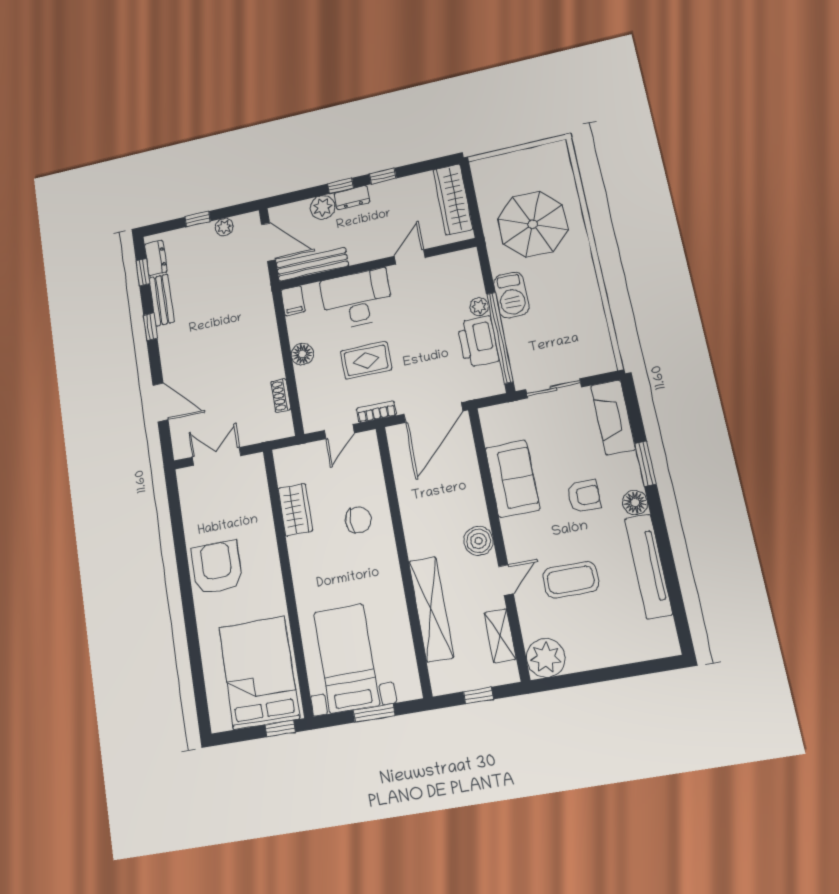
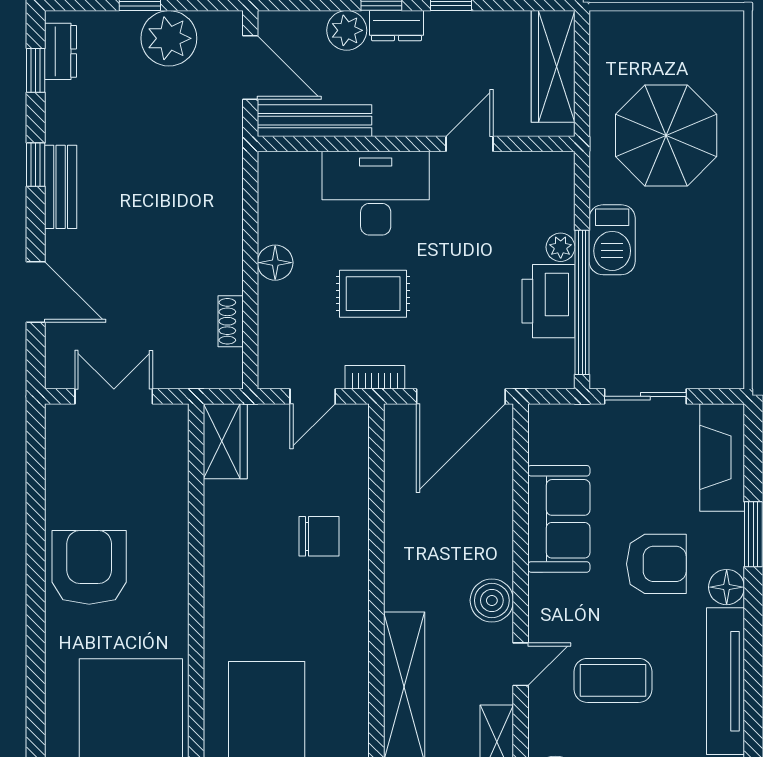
plant: (224, 227) -> (169, 38), width x1.87, depth x1.87
bench: (162, 300) -> (61, 187), moved
filing cabinet: (293, 301) -> (274, 173), removed
armchair: (584, 496) -> (656, 564), width x1.38, depth x1.38
wardrobe: (295, 510) -> (225, 441), moved

